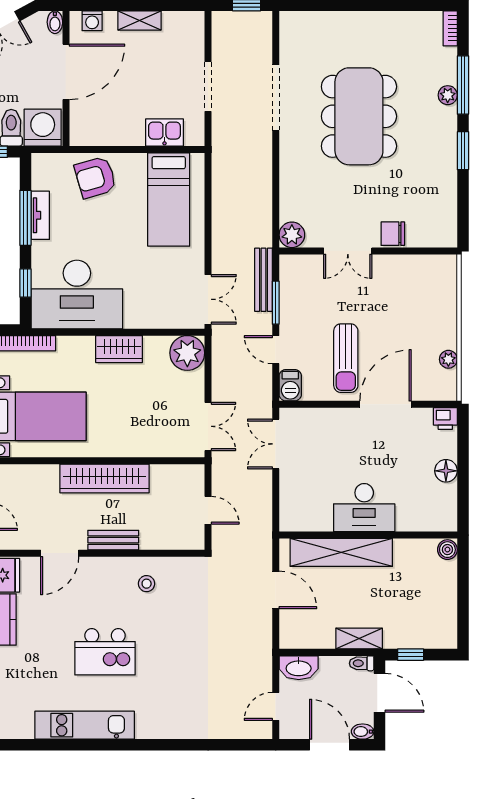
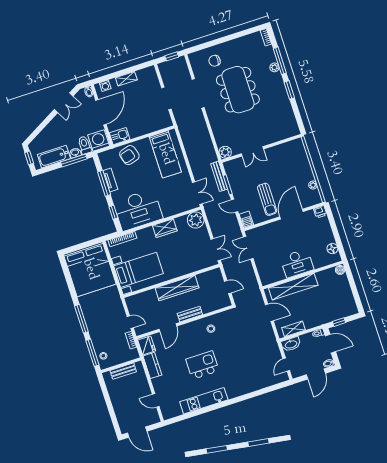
kitchen sink: (164, 132) -> (120, 136), moved
chair: (393, 234) -> (215, 61), moved
floor lamp: (446, 471) -> (332, 249), moved
shelving: (359, 639) -> (293, 329), moved
kitchen island: (105, 652) -> (202, 365), turned 180
door: (330, 745) -> (316, 374), swing flipped

